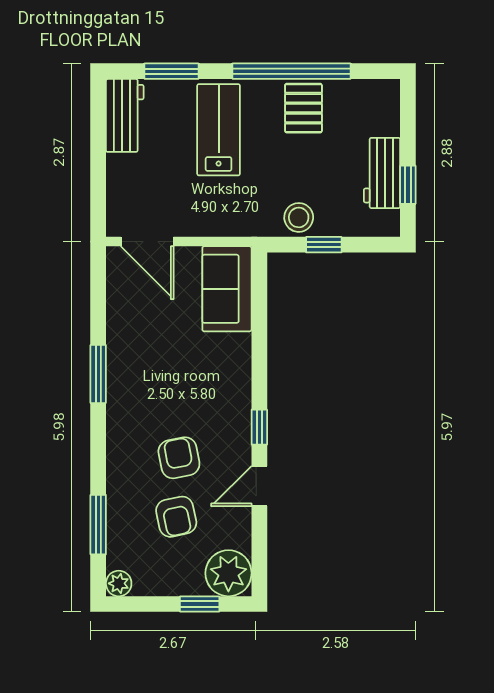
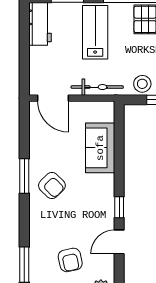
bicycle: (222, 223) -> (97, 87), added
sofa: (227, 289) -> (100, 148), moved
armchair: (179, 458) -> (52, 186), moved, turned 146

